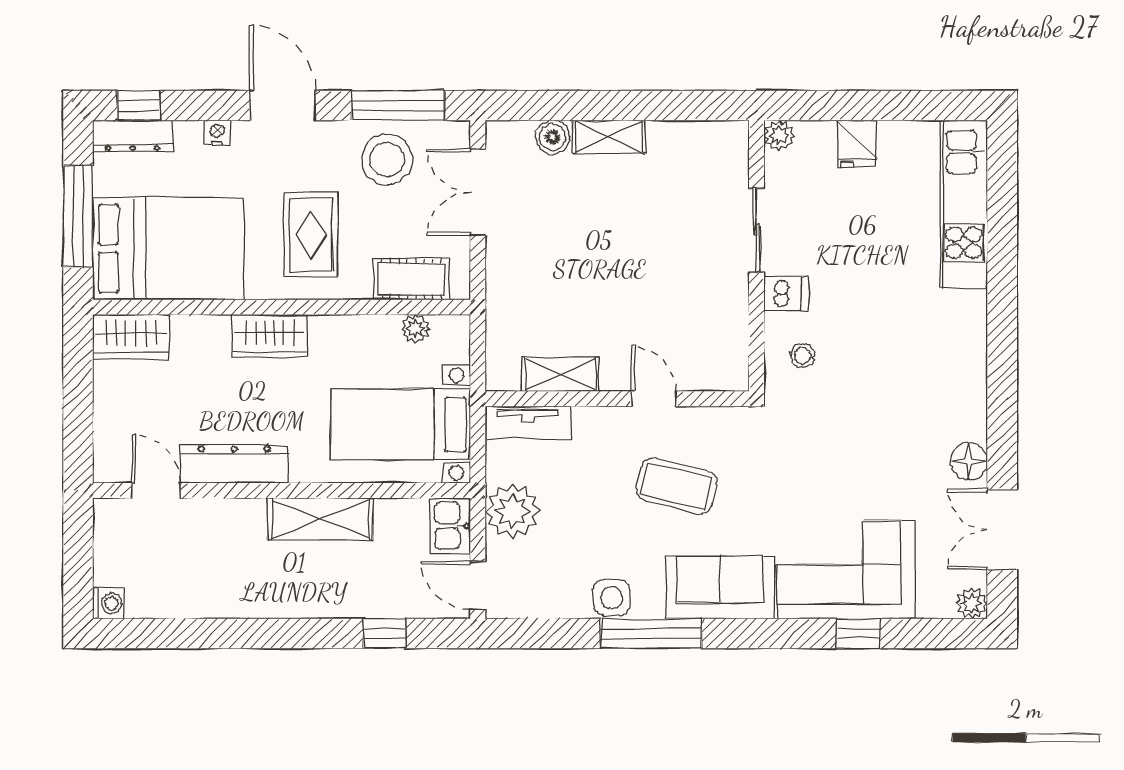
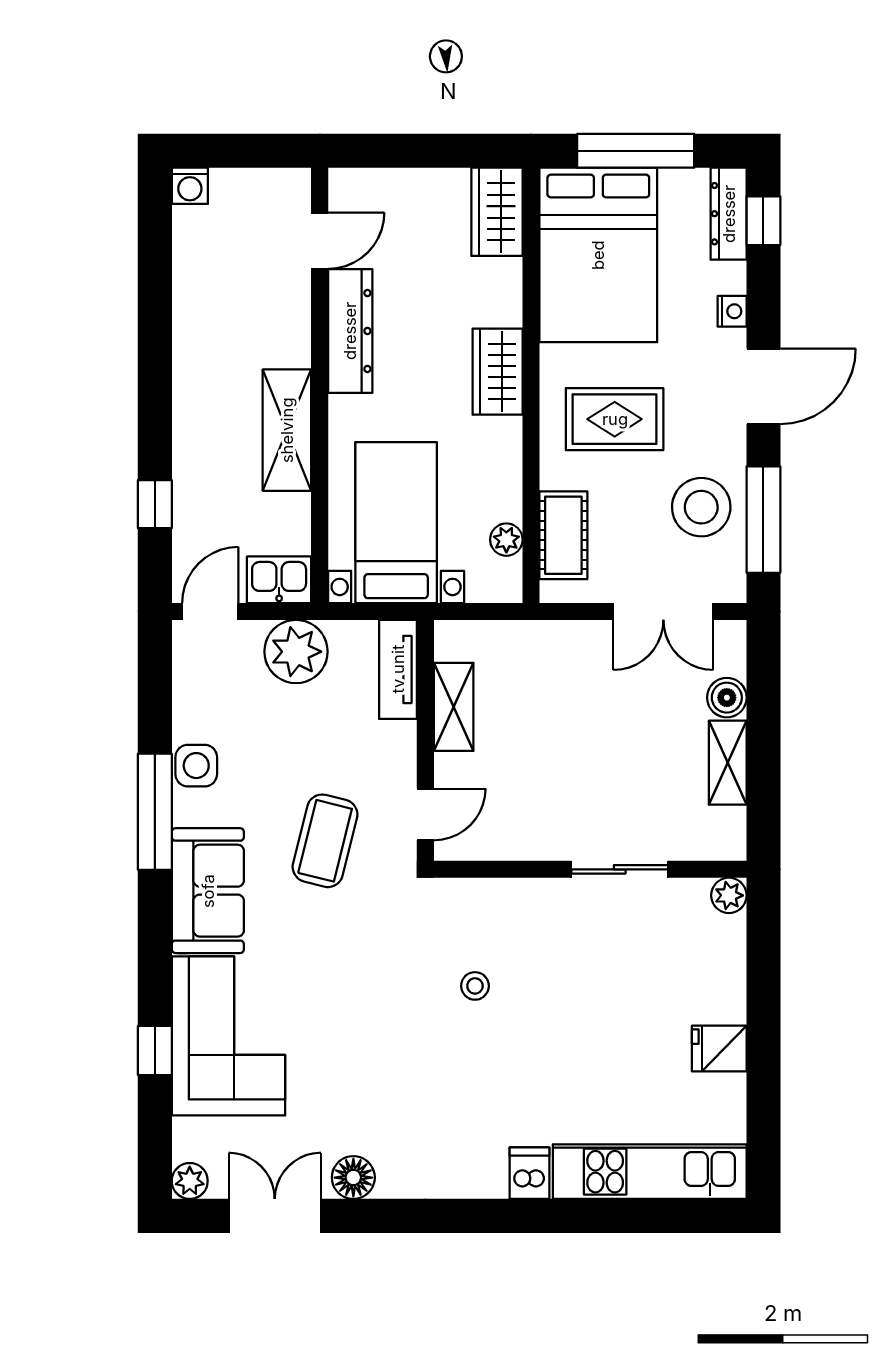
plant: (779, 135) -> (729, 895), moved
double door: (478, 192) -> (663, 611), swing flipped
sliding door: (756, 230) -> (620, 869), moved
wall: (756, 256) -> (590, 869), moved
dishwasher: (786, 294) -> (529, 1173), moved, turned 180

